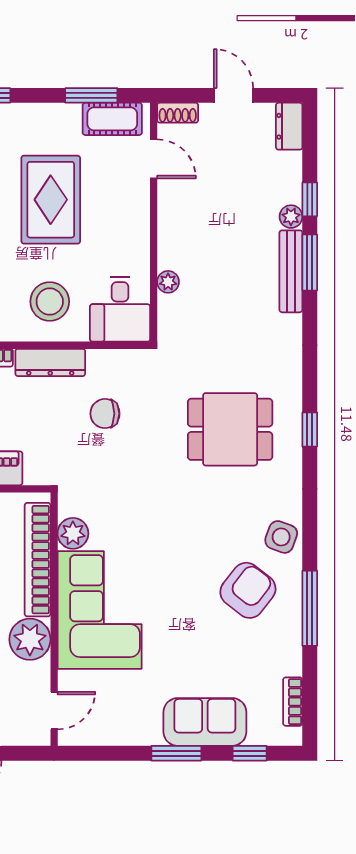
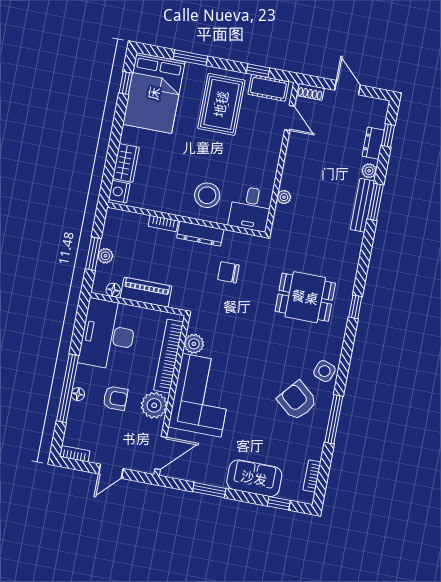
window: (91, 95) -> (258, 71), width x0.67
dresser: (289, 126) -> (373, 143), moved
window: (310, 199) -> (388, 135), moved
rug: (51, 200) -> (221, 104), moved
armchair: (248, 590) -> (297, 401), turned -88
door: (54, 711) -> (161, 453), width x1.38
window: (176, 753) -> (209, 490), moved

